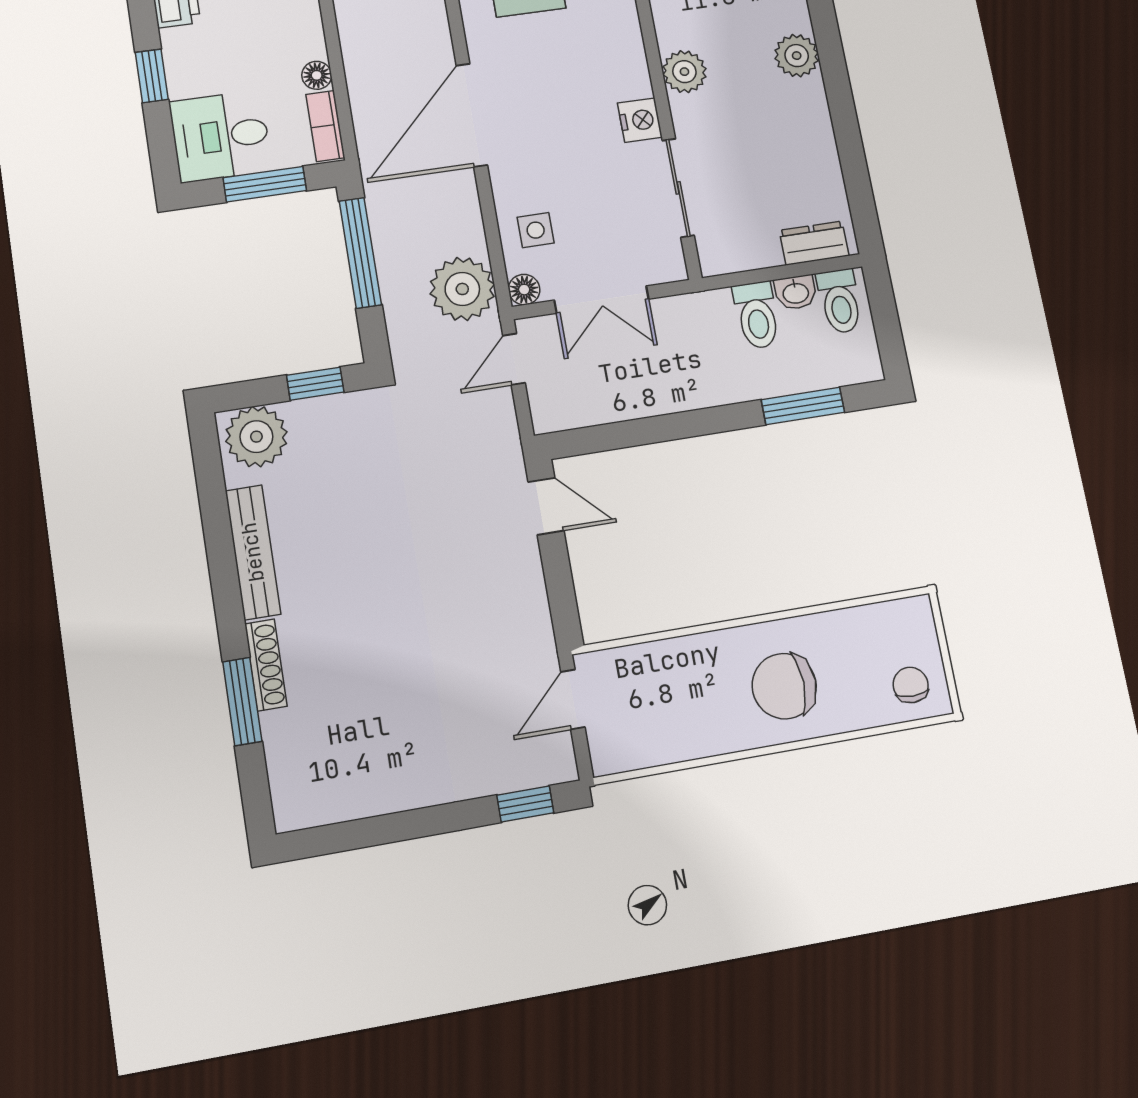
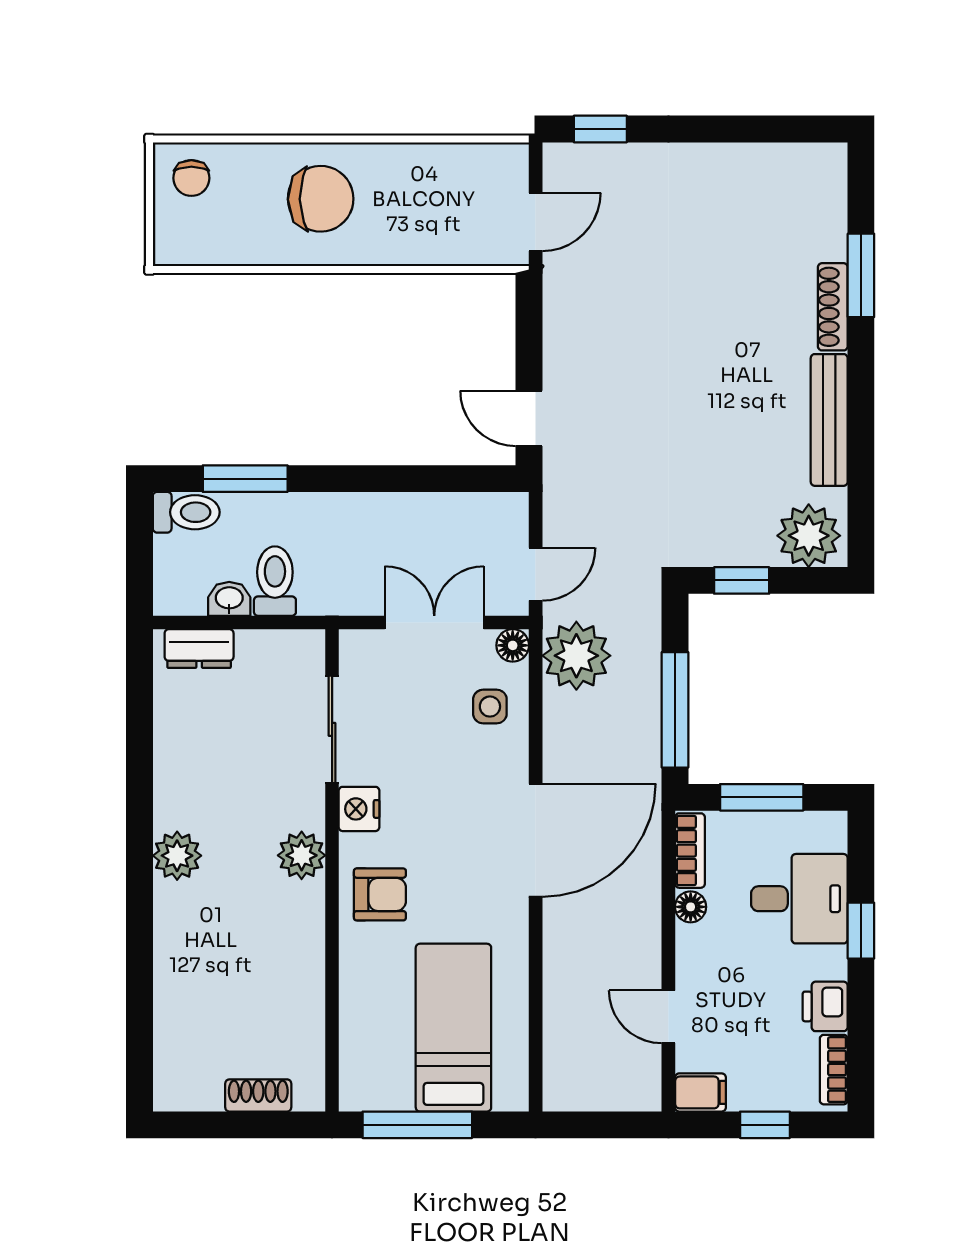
armchair: (607, 47) -> (380, 894), added
desk: (221, 136) -> (799, 899), moved
toilet: (840, 301) -> (186, 512), moved, turned 90

